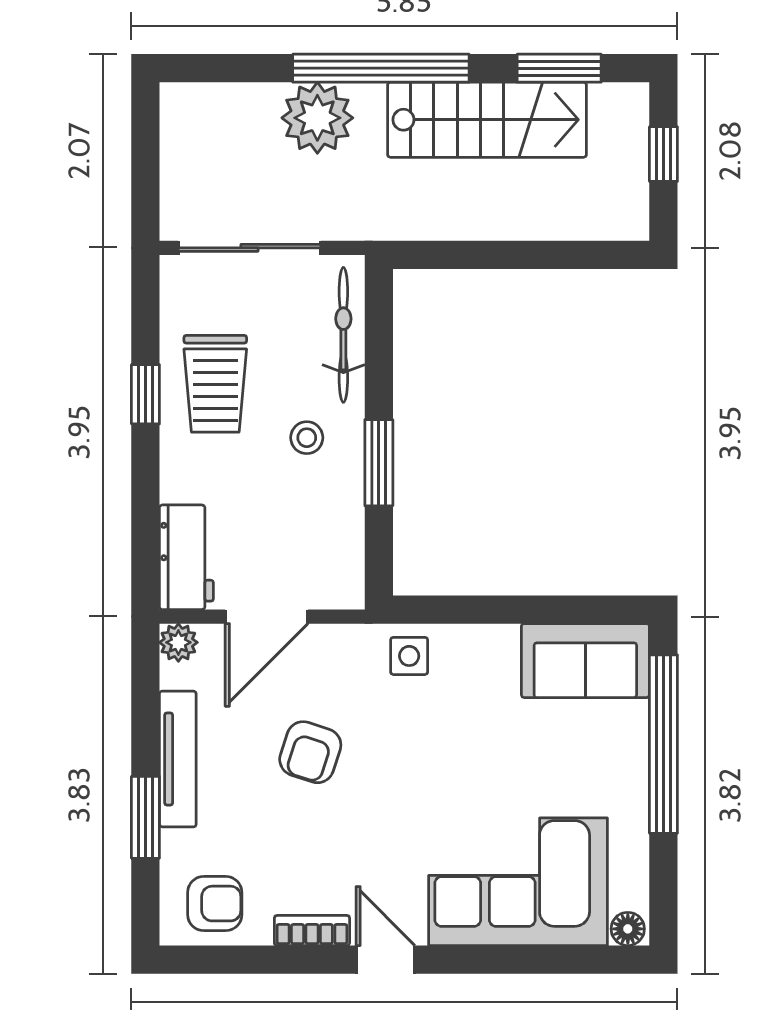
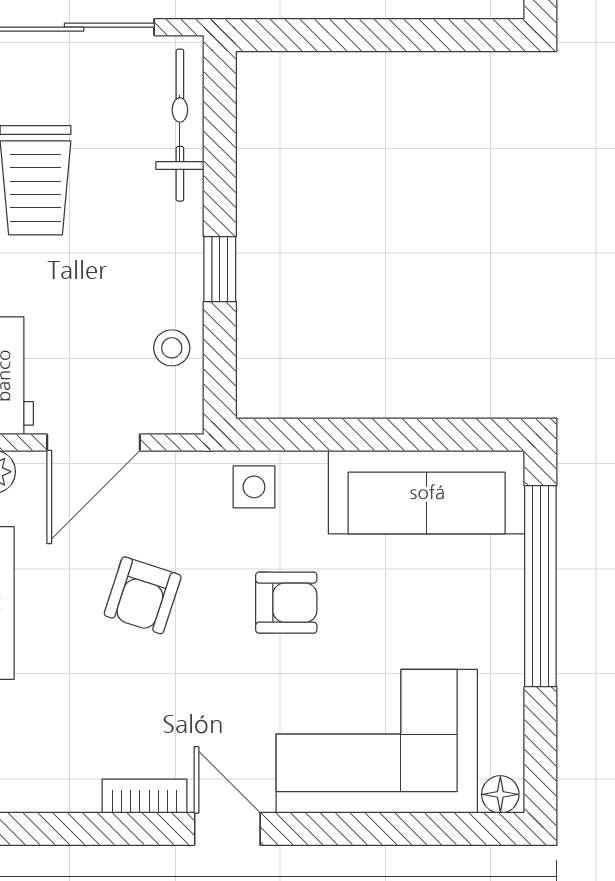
stool: (307, 438) -> (172, 348), moved
window: (379, 463) -> (220, 269), width x0.67
sofa: (585, 661) -> (427, 492), width x1.36
armchair: (215, 904) -> (286, 603), moved

